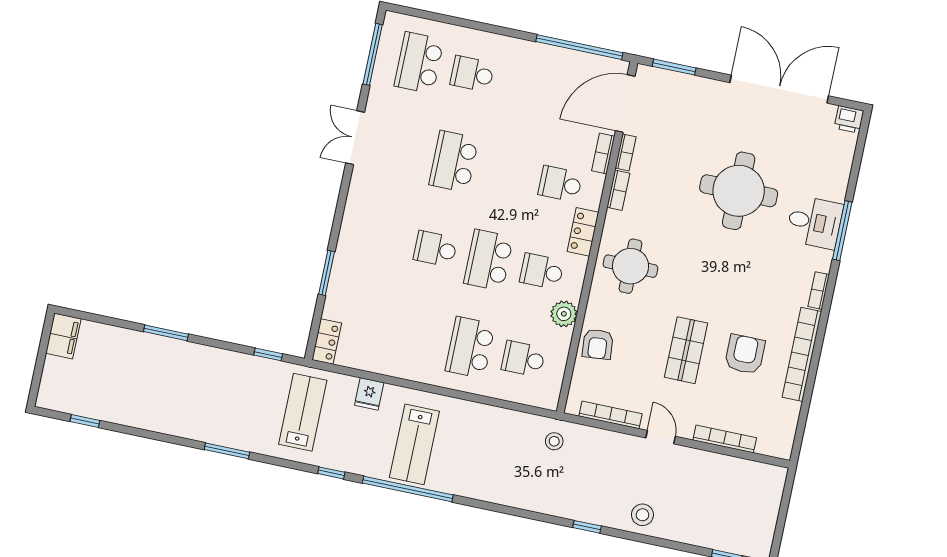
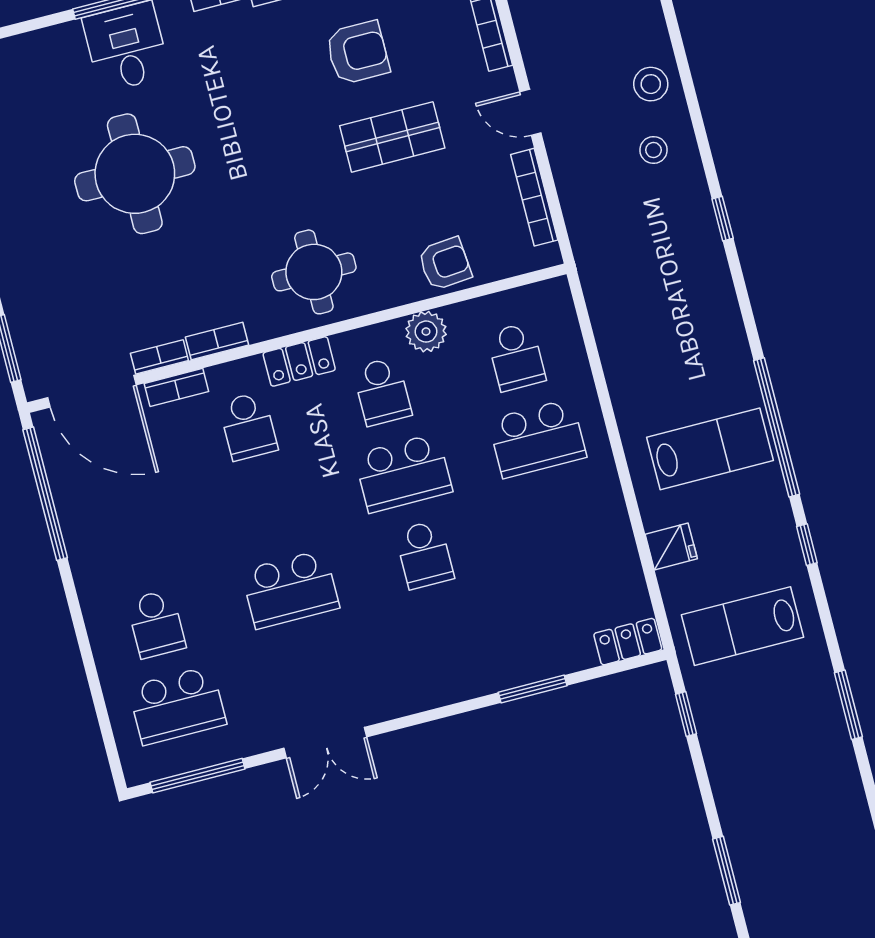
armchair: (745, 354) -> (358, 53), turned 180
door: (661, 437) -> (530, 112), hinge flipped
stool: (554, 441) -> (653, 150), moved
window: (587, 527) -> (723, 219), moved

